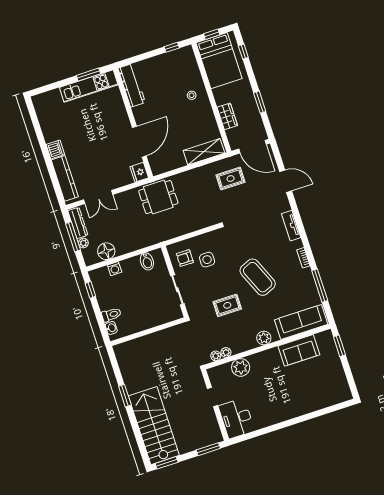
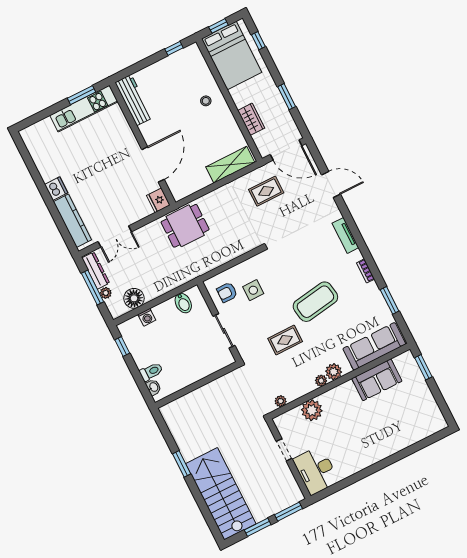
coffee table: (258, 277) -> (315, 302), turned -76
window: (320, 286) -> (390, 300), width x0.69
plant: (226, 352) -> (321, 381), moved
window: (167, 463) -> (258, 527), moved

